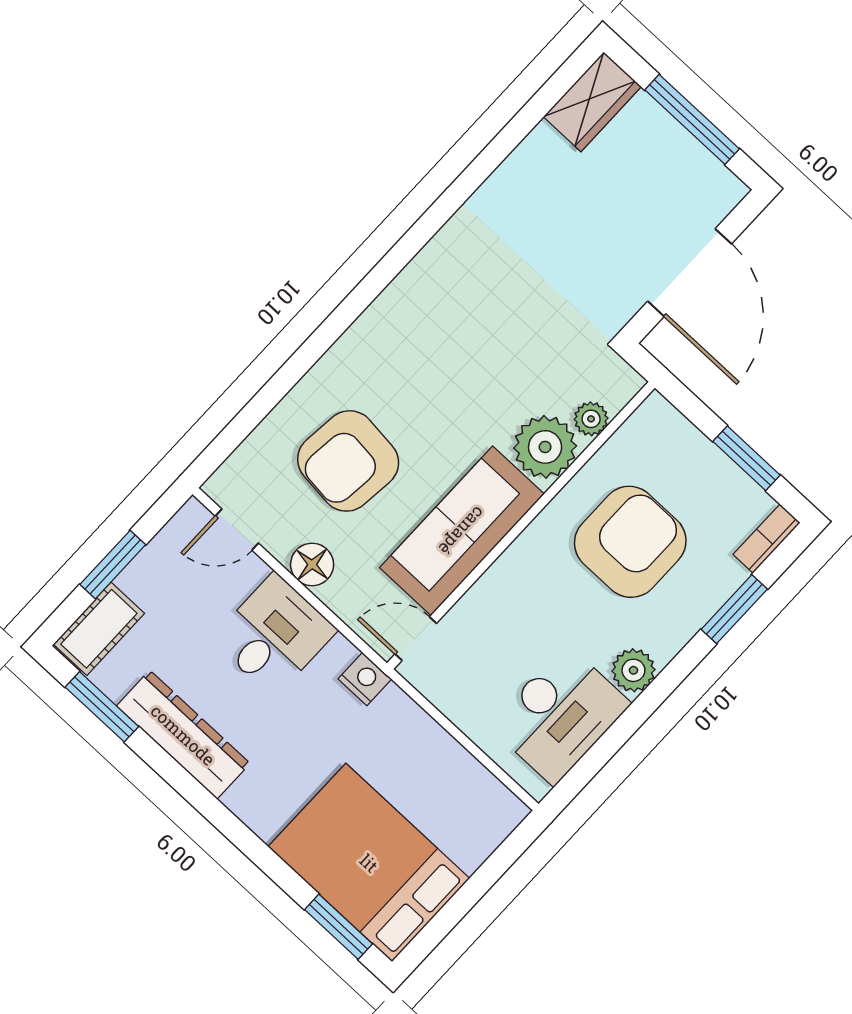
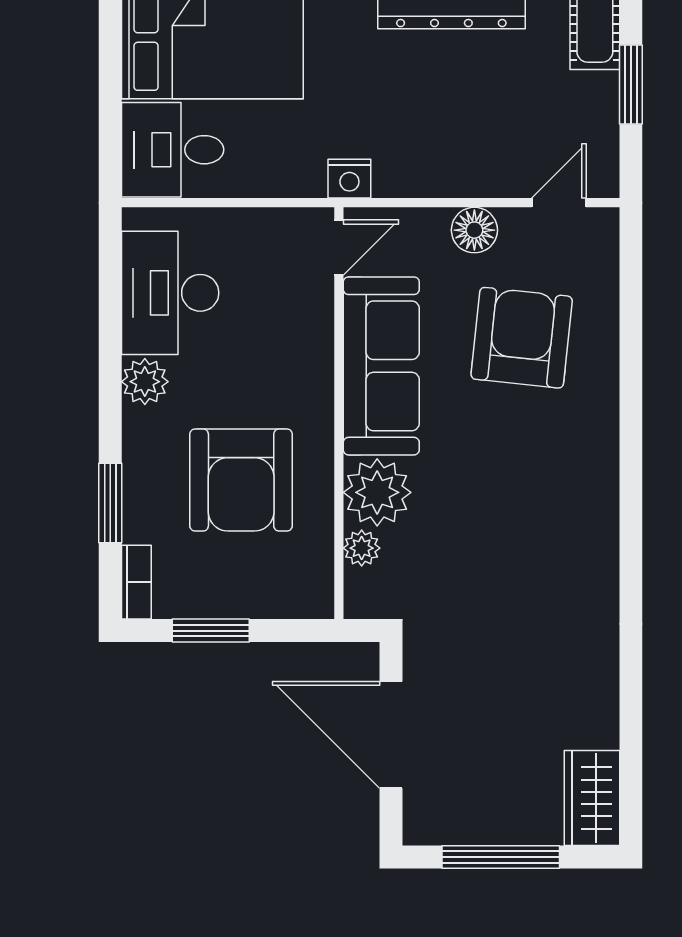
desk: (274, 635) -> (173, 150), moved, turned 90

